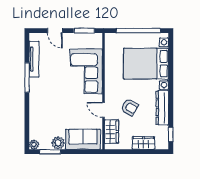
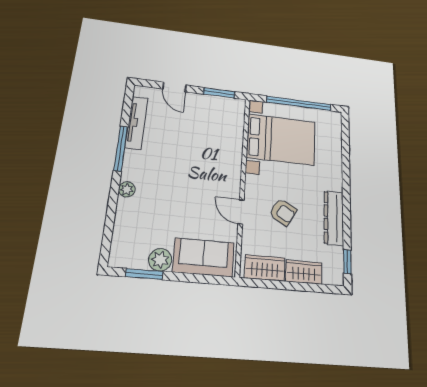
bed with nightstands: (146, 64) -> (281, 140), moved, turned 180
corner sofa: (86, 71) -> (218, 150), removed
wardrobe: (111, 132) -> (265, 268), moved, turned -90
plant: (34, 145) -> (127, 189), moved

